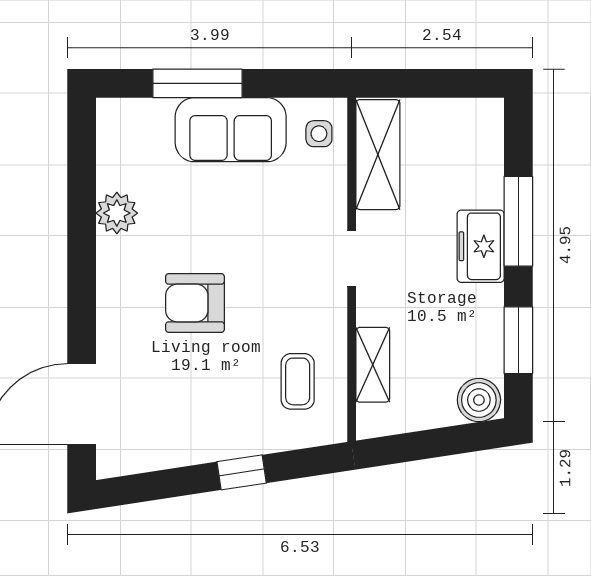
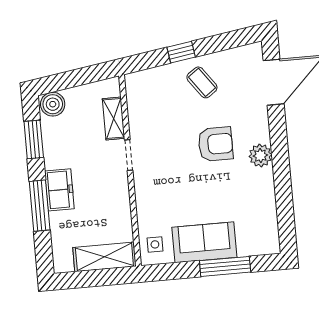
shelving: (378, 155) -> (104, 257), moved, turned 90
plant: (117, 213) -> (260, 156), moved
doorway: (352, 258) -> (129, 155), moved
coffee table: (298, 381) -> (202, 82), moved, turned -36

